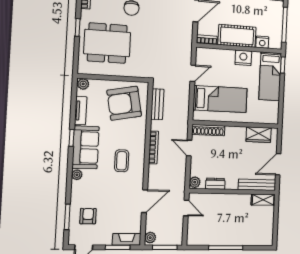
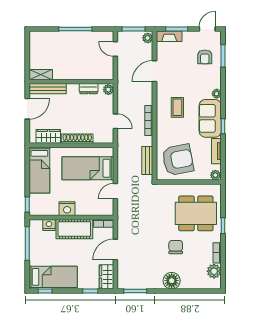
bed: (270, 76) -> (39, 170), moved, turned 180
shoe rack: (208, 130) -> (77, 139), moved
door: (186, 208) -> (115, 49), moved

